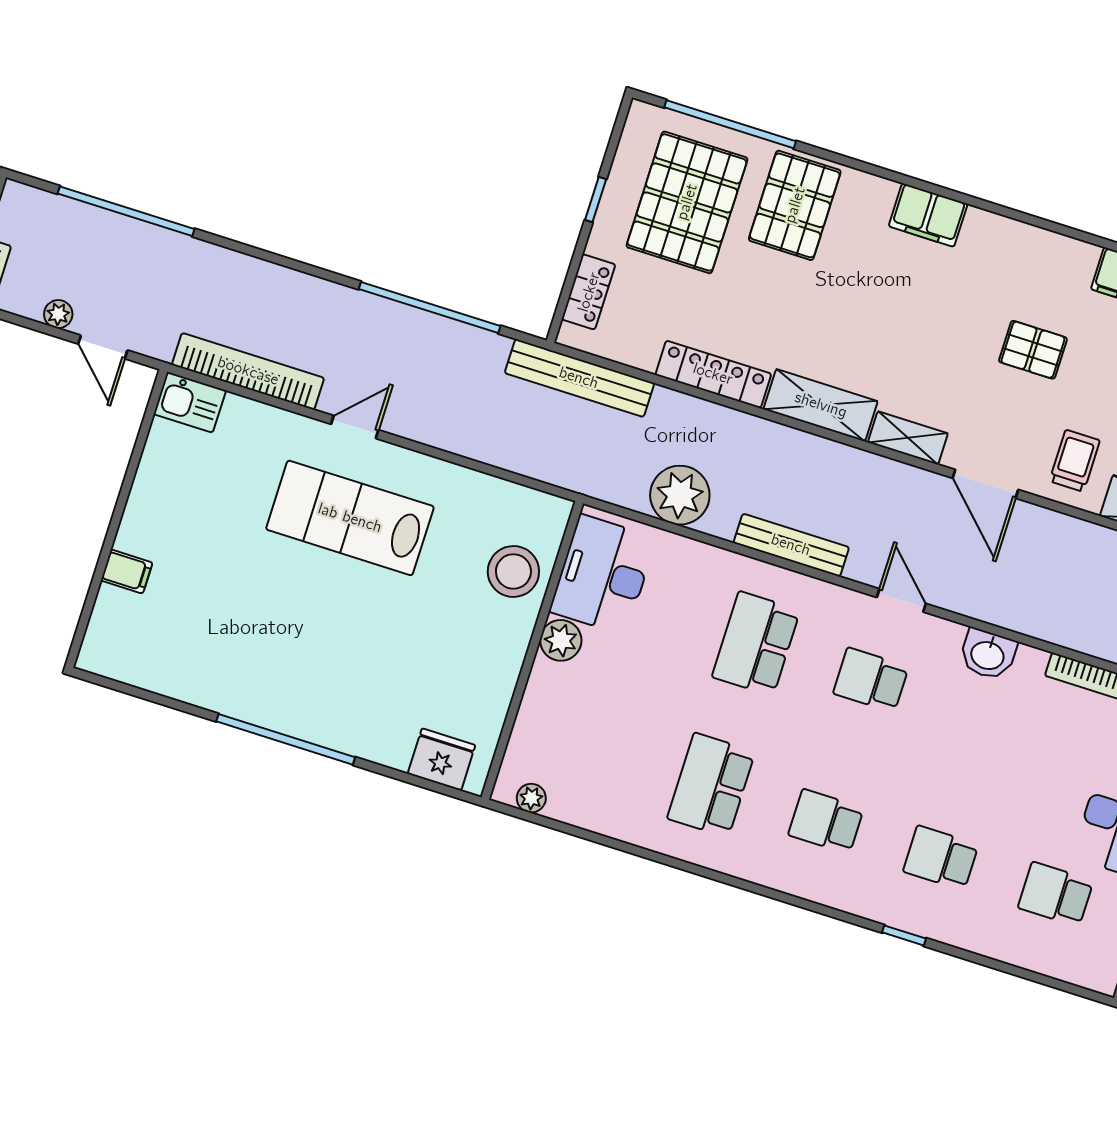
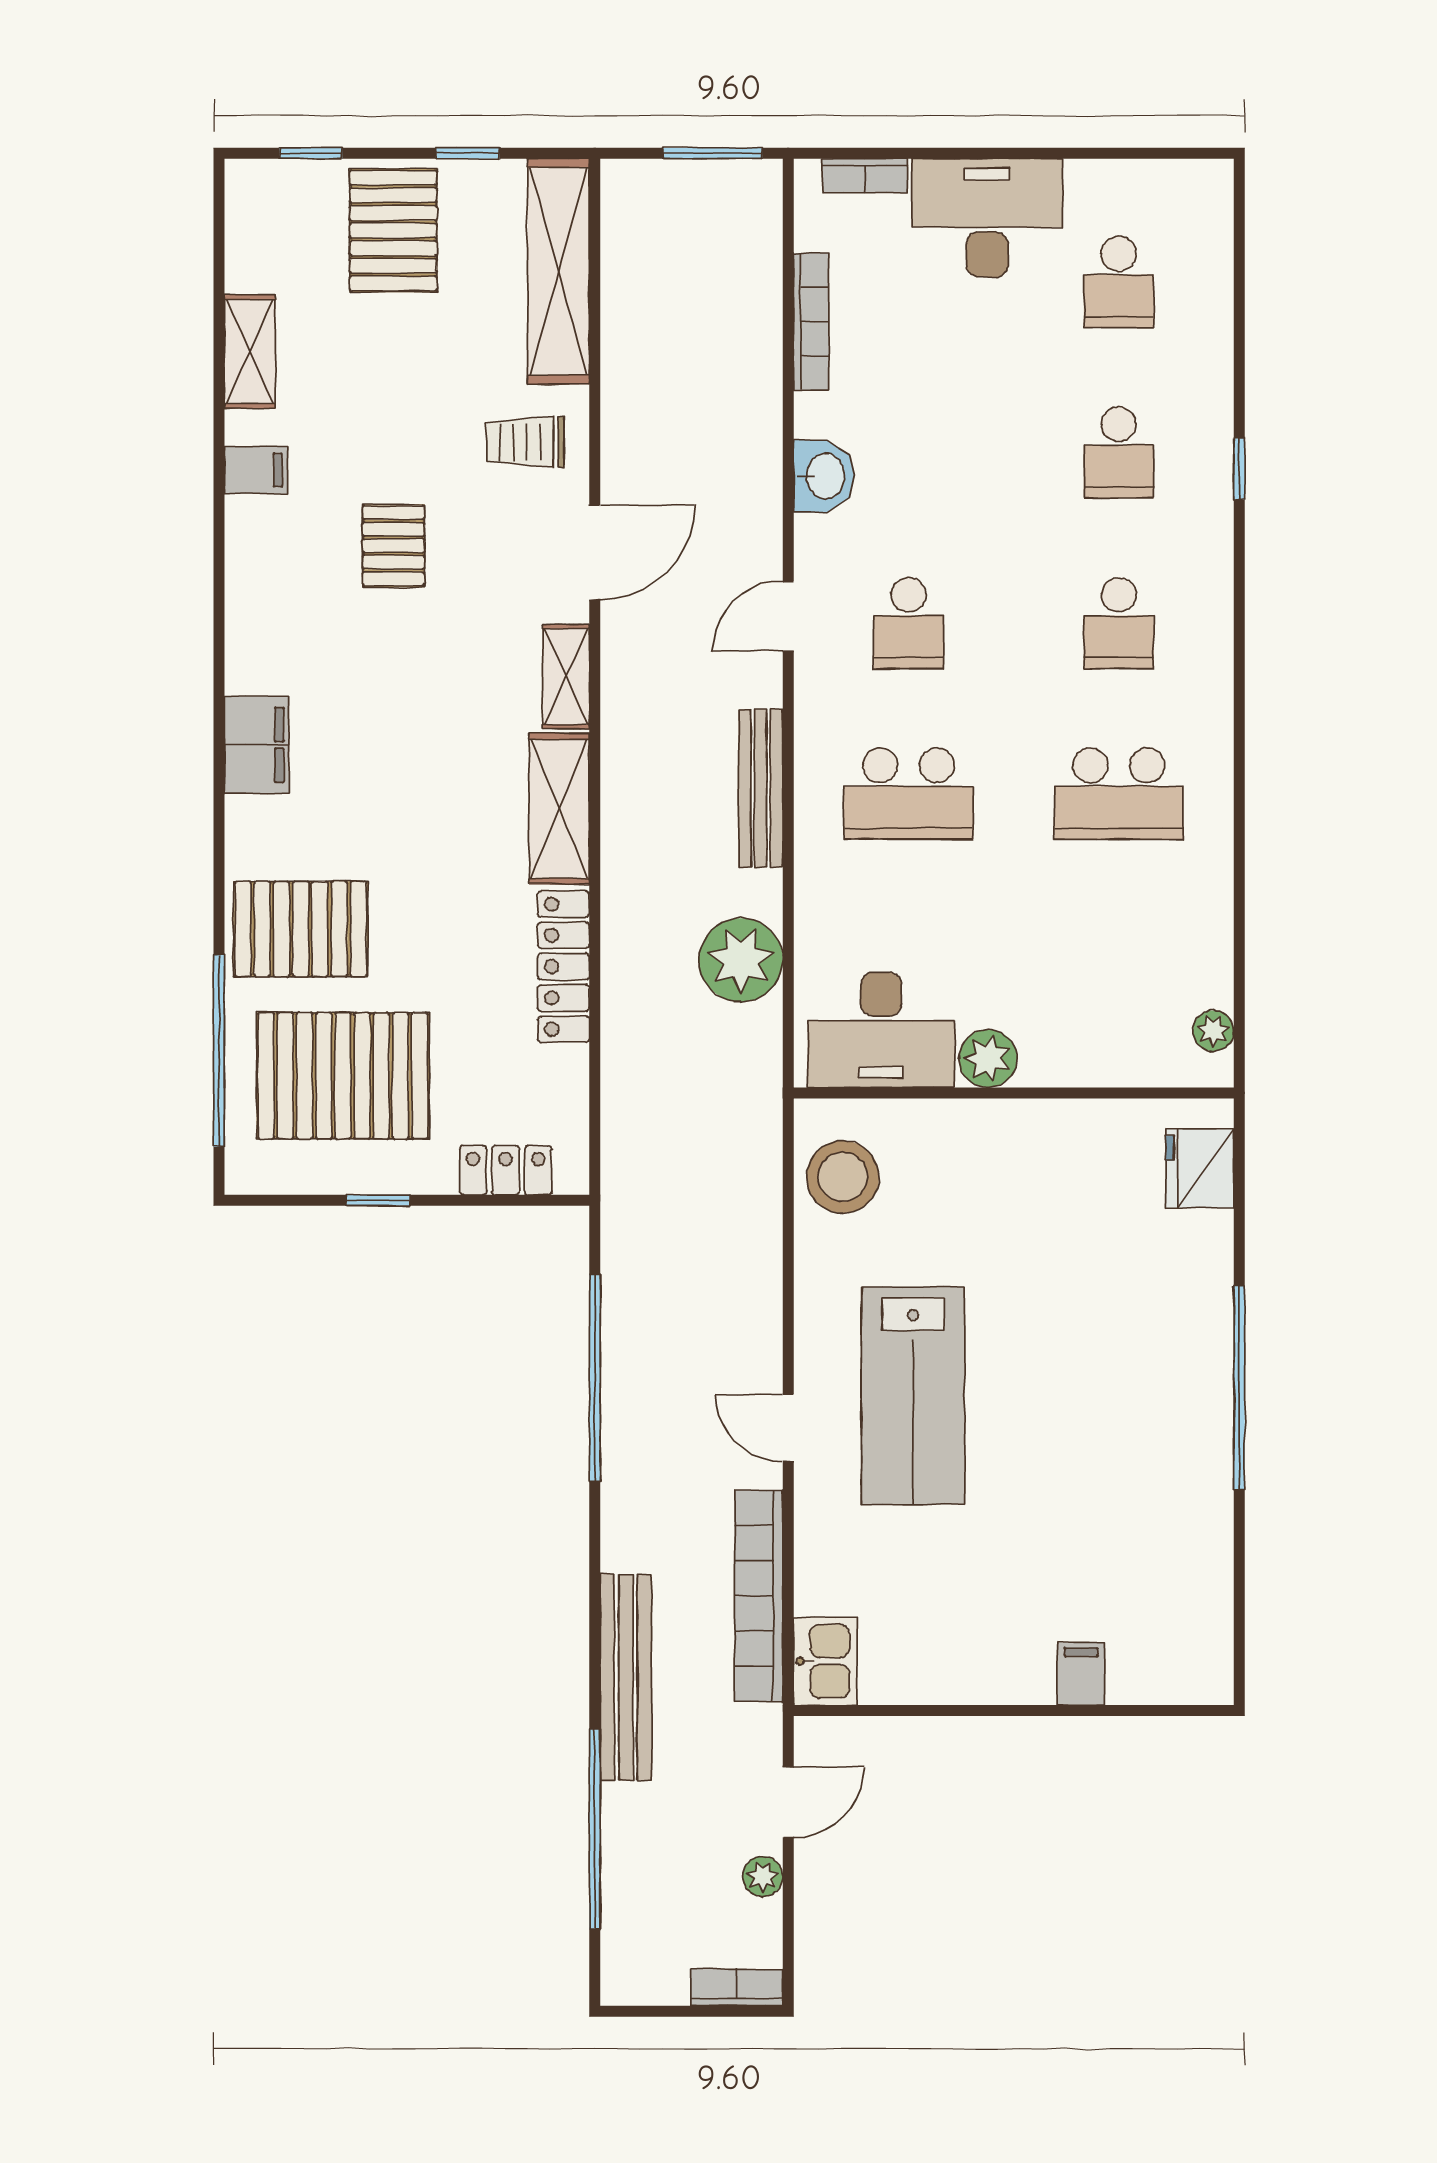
bench: (579, 378) -> (626, 1677), moved
stool: (513, 571) -> (843, 1177), moved

